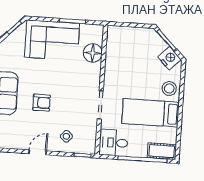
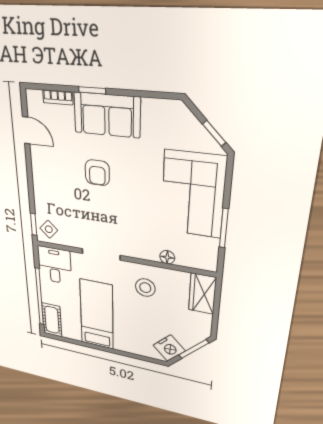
wardrobe: (121, 34) -> (202, 294), added
floor lamp: (93, 53) -> (167, 257), width x0.53, depth x0.53
stool: (169, 88) -> (145, 288), moved
side table: (66, 136) -> (49, 229), moved
door: (38, 152) -> (26, 130), moved

